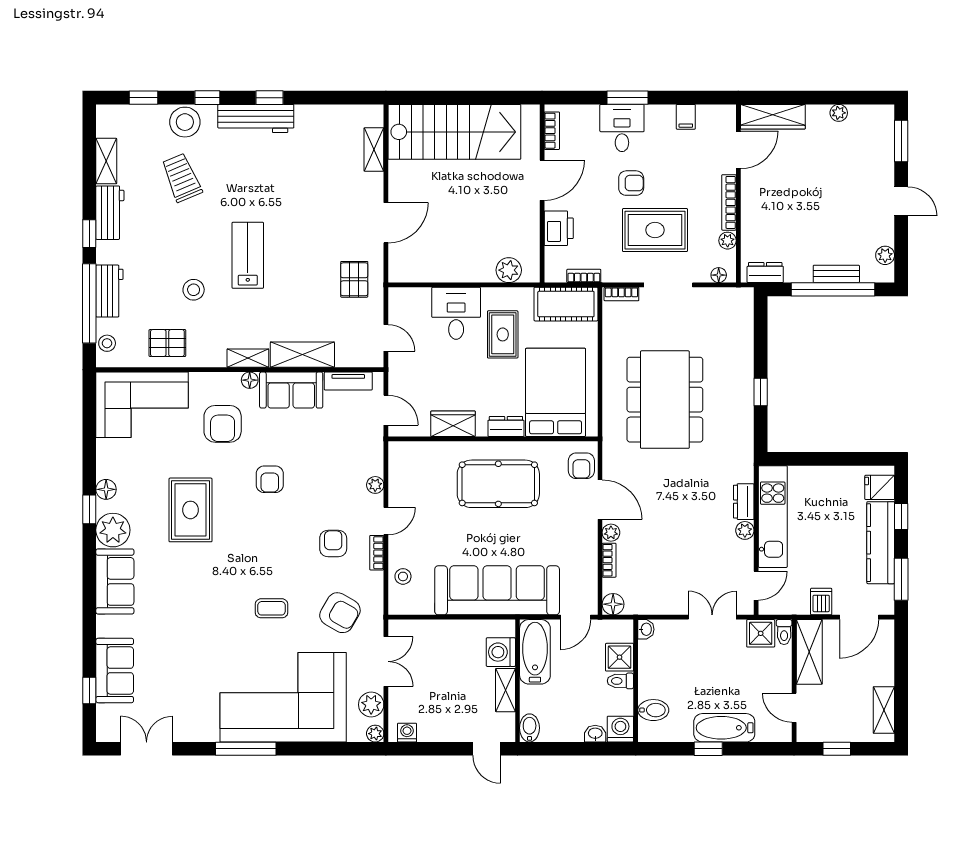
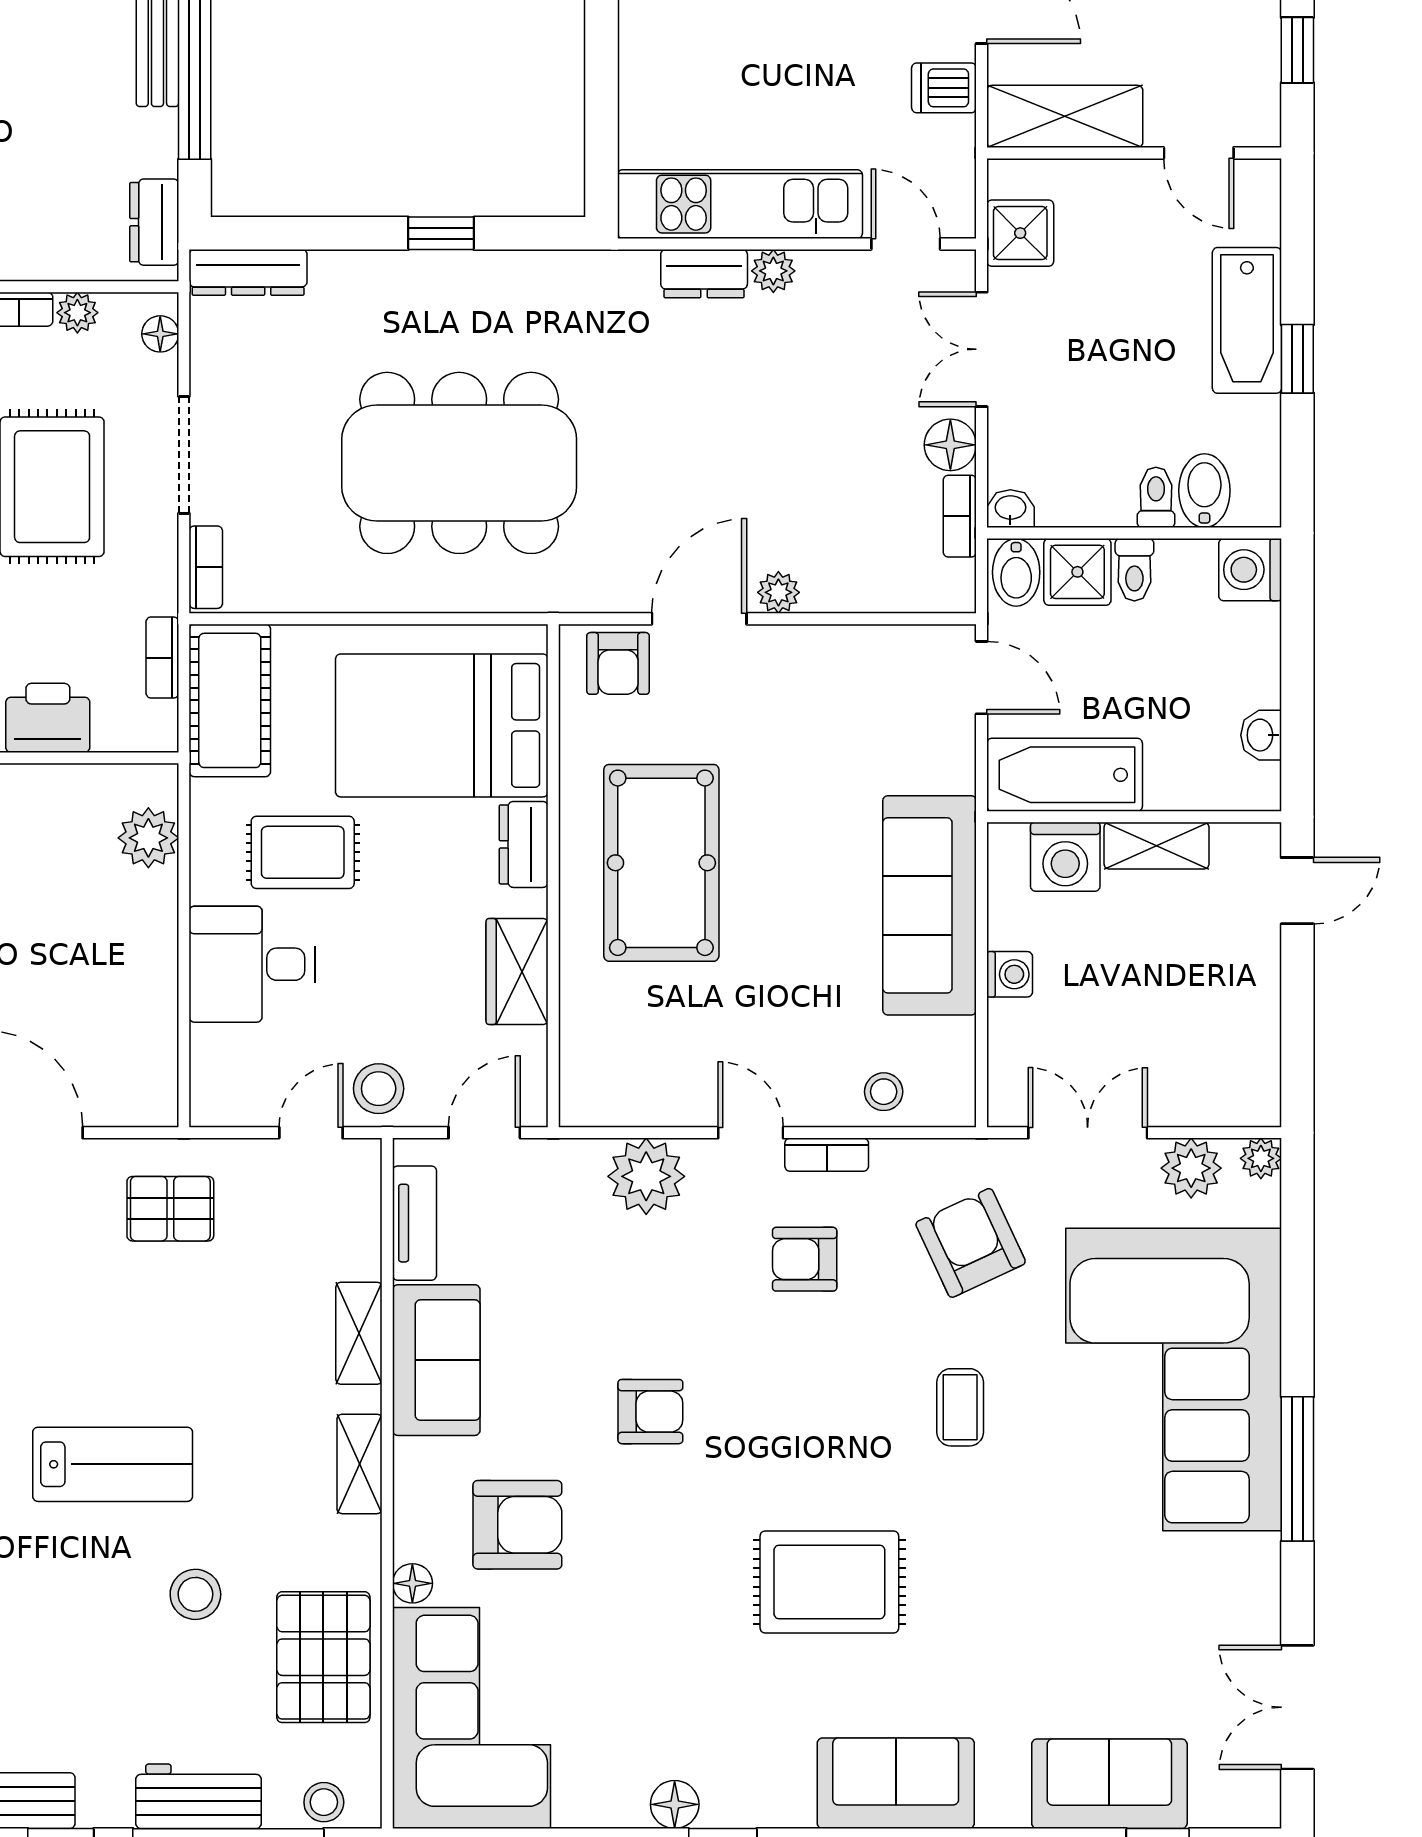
lab bench: (248, 255) -> (113, 1464), turned 180
dresser: (744, 312) -> (248, 272), added
pallet: (167, 343) -> (323, 1657), width x1.50, depth x1.42
shelving: (302, 355) -> (359, 1333), width x0.67, depth x0.75
stool: (404, 366) -> (379, 1089), added
floor lamp: (250, 380) -> (412, 1583), moved
armchair: (581, 466) -> (618, 663), turned 90
plant: (375, 485) -> (646, 1176), width x1.88, depth x1.88
rug: (190, 510) -> (829, 1582), moved
plant: (113, 530) -> (772, 1788), removed
bookcase: (609, 560) -> (960, 516), moved, turned -90
sofa: (497, 590) -> (930, 905), width x0.74, depth x0.79
floor lamp: (613, 604) -> (950, 445), moved
armchair: (340, 613) -> (971, 1243), turned -55
toilet: (784, 632) -> (1156, 497), moved, turned -90
door: (794, 708) -> (1199, 153), hinge flipped
bidet: (530, 728) -> (1016, 572), moved, turned -90
washing machine: (407, 733) -> (1010, 974), moved, turned 180
washbasin: (595, 734) -> (1261, 735), moved

